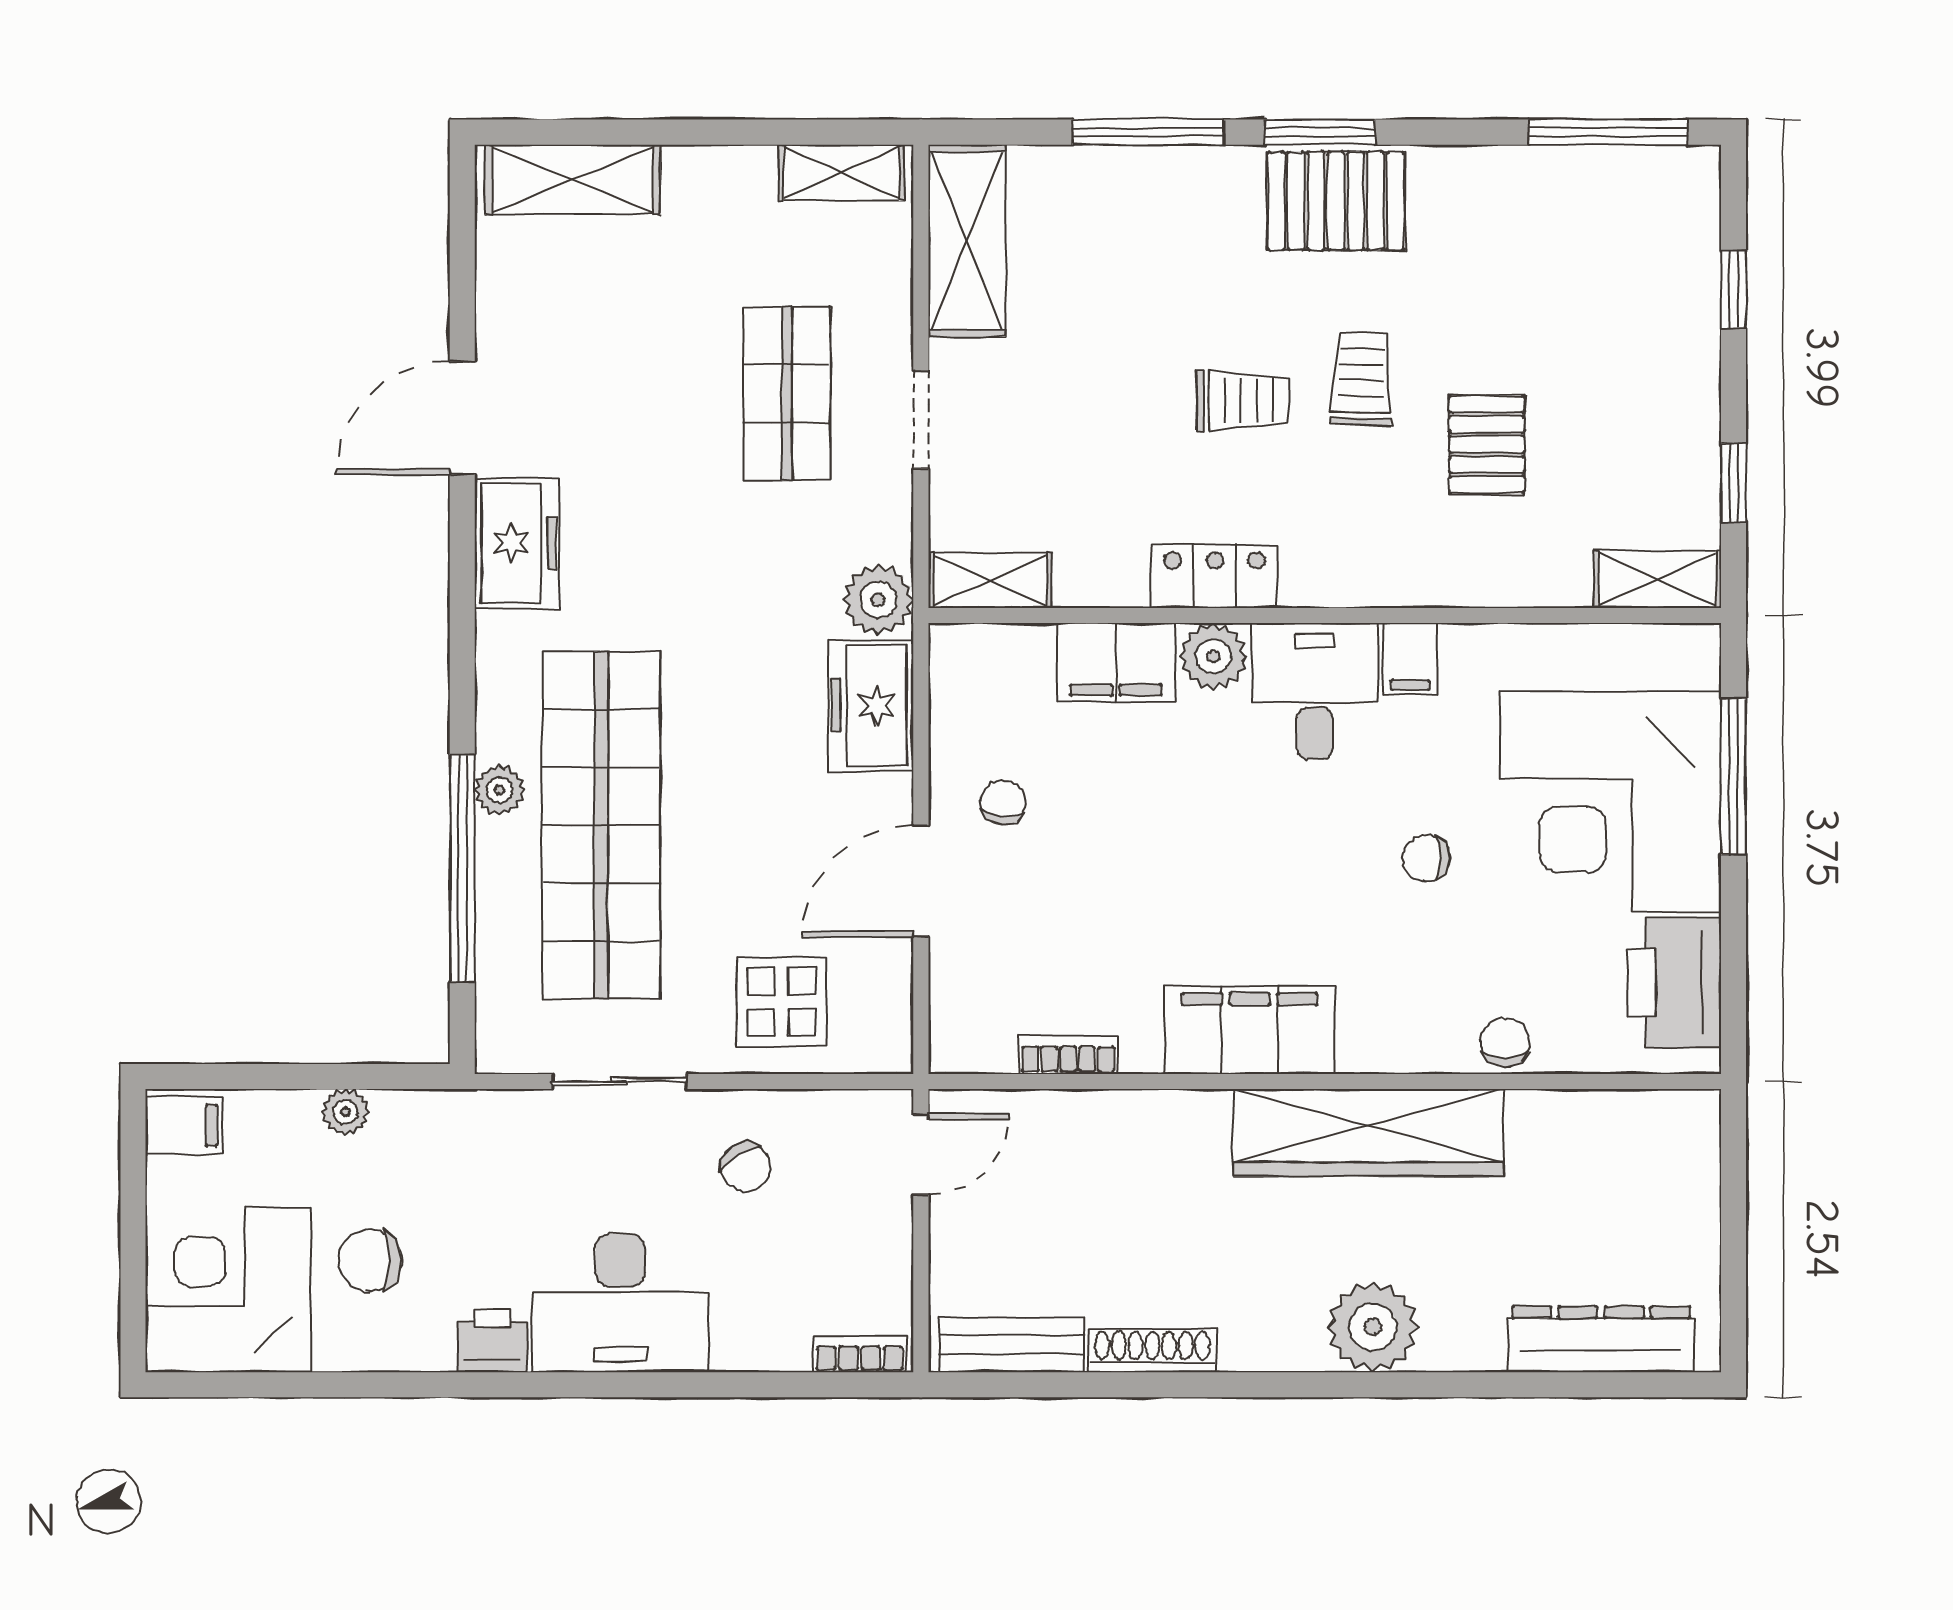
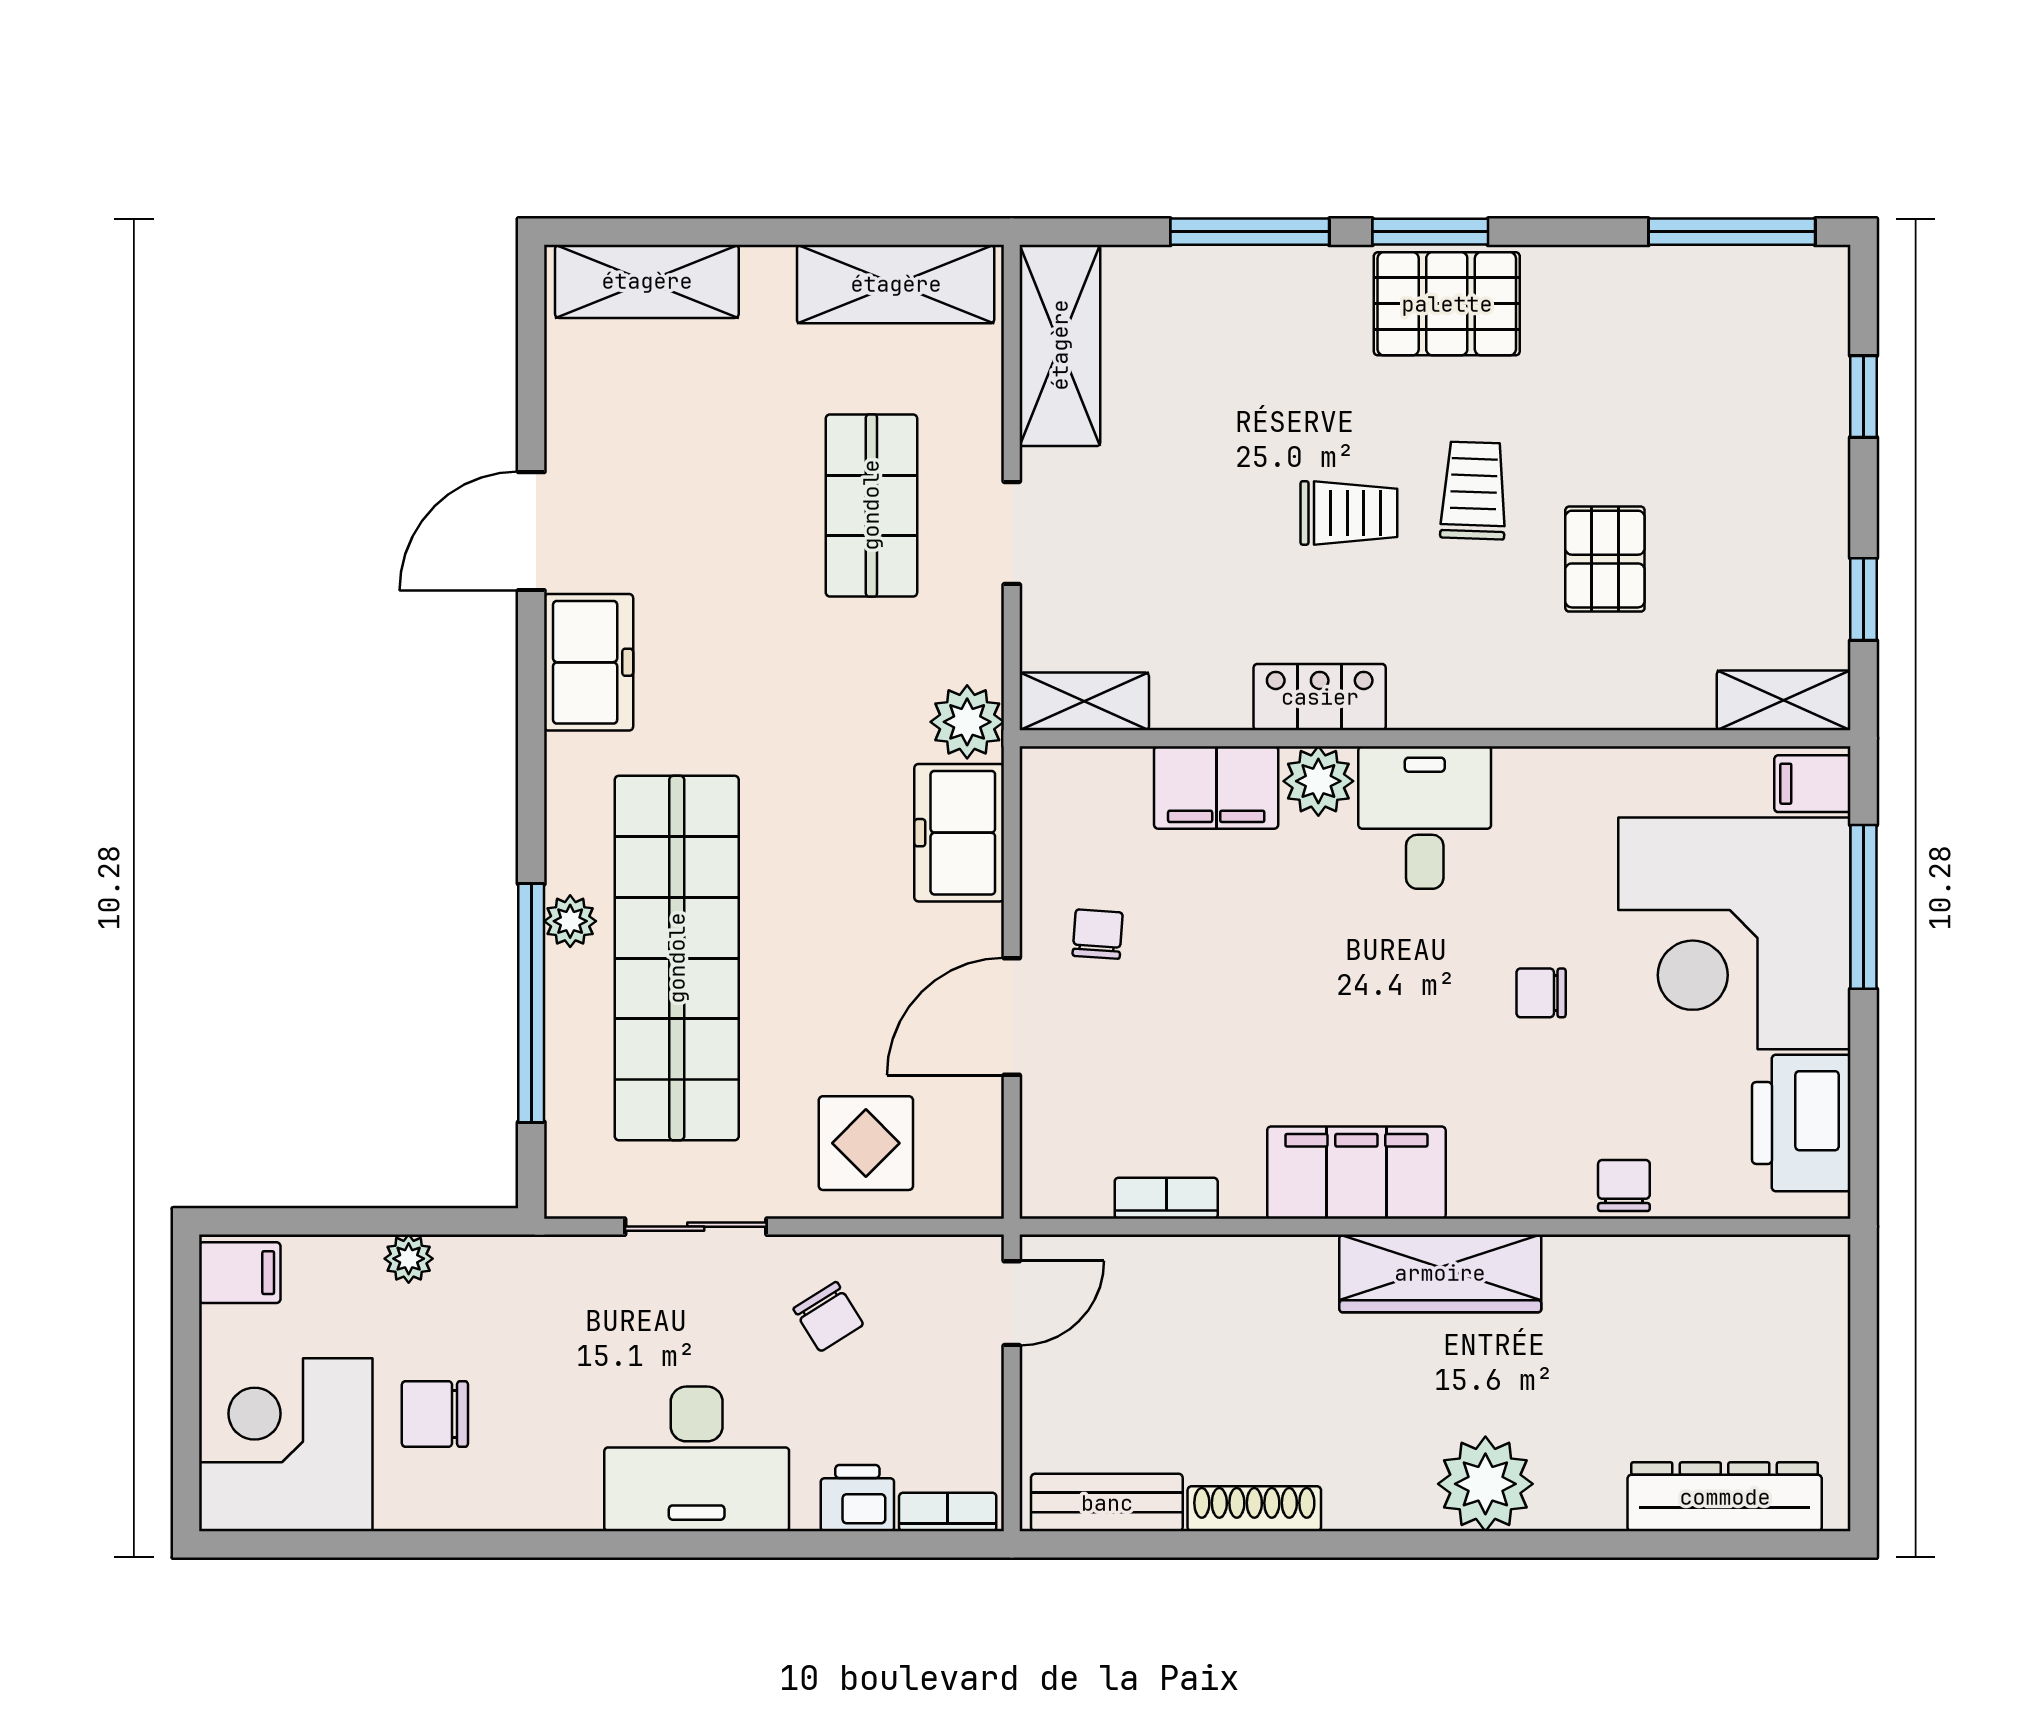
shelving: (841, 173) -> (896, 284), width x1.50, depth x1.33
filing cabinet: (1410, 659) -> (1812, 784), moved, turned 90
wardrobe: (1368, 1133) -> (1440, 1273), width x0.71, depth x0.85
printer: (492, 1341) -> (857, 1498), moved

